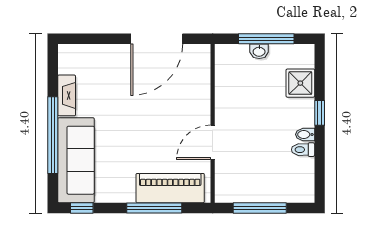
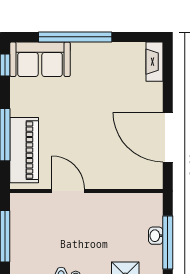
fireplace: (67, 95) -> (154, 62), moved, turned 90
sofa: (76, 160) -> (40, 59), width x0.73

